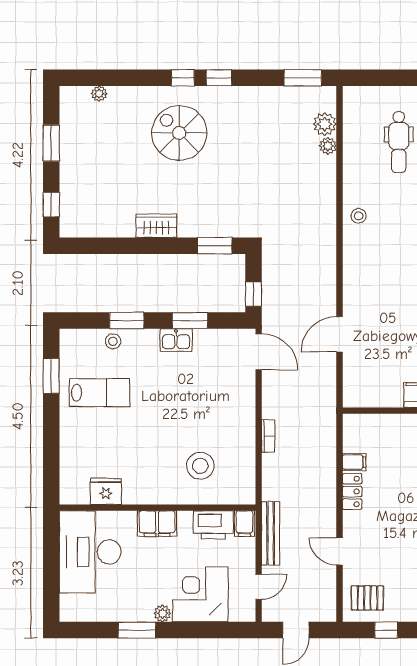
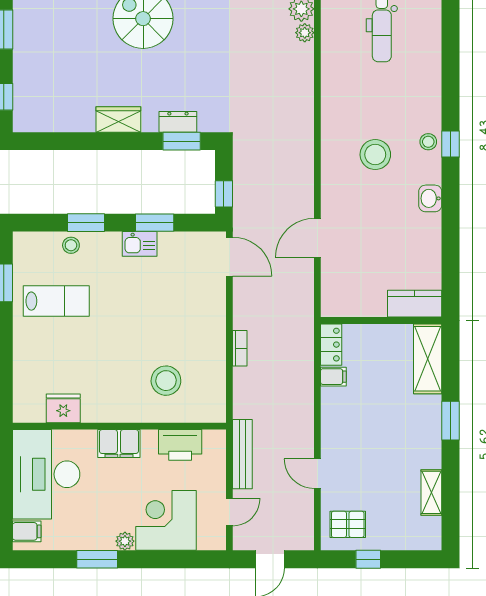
stool: (359, 216) -> (375, 155), moved, width x1.89, depth x1.89
dresser: (211, 228) -> (178, 122), added
locker: (352, 491) -> (331, 345), moved
filing cabinet: (244, 524) -> (27, 531), moved, turned -90

